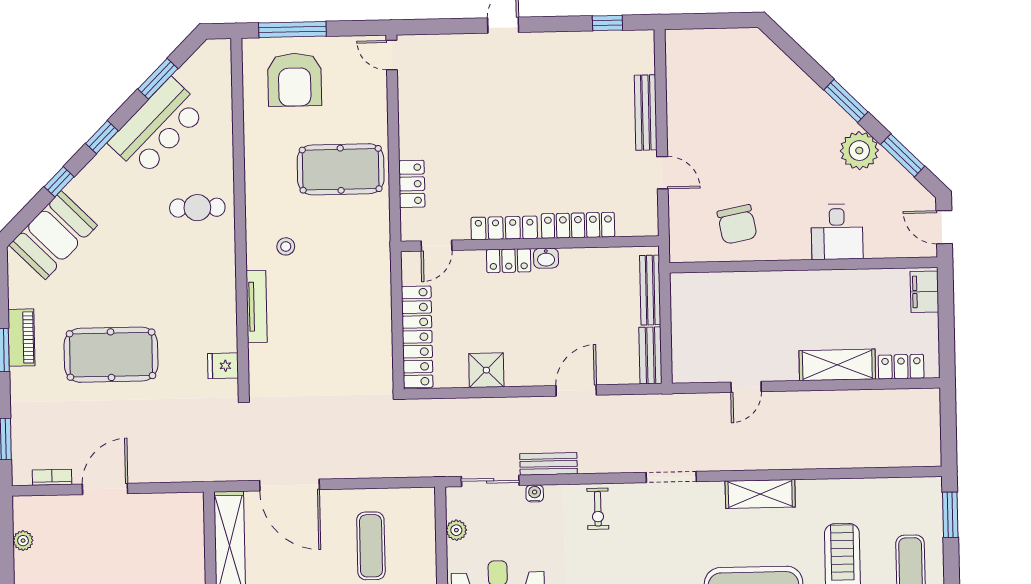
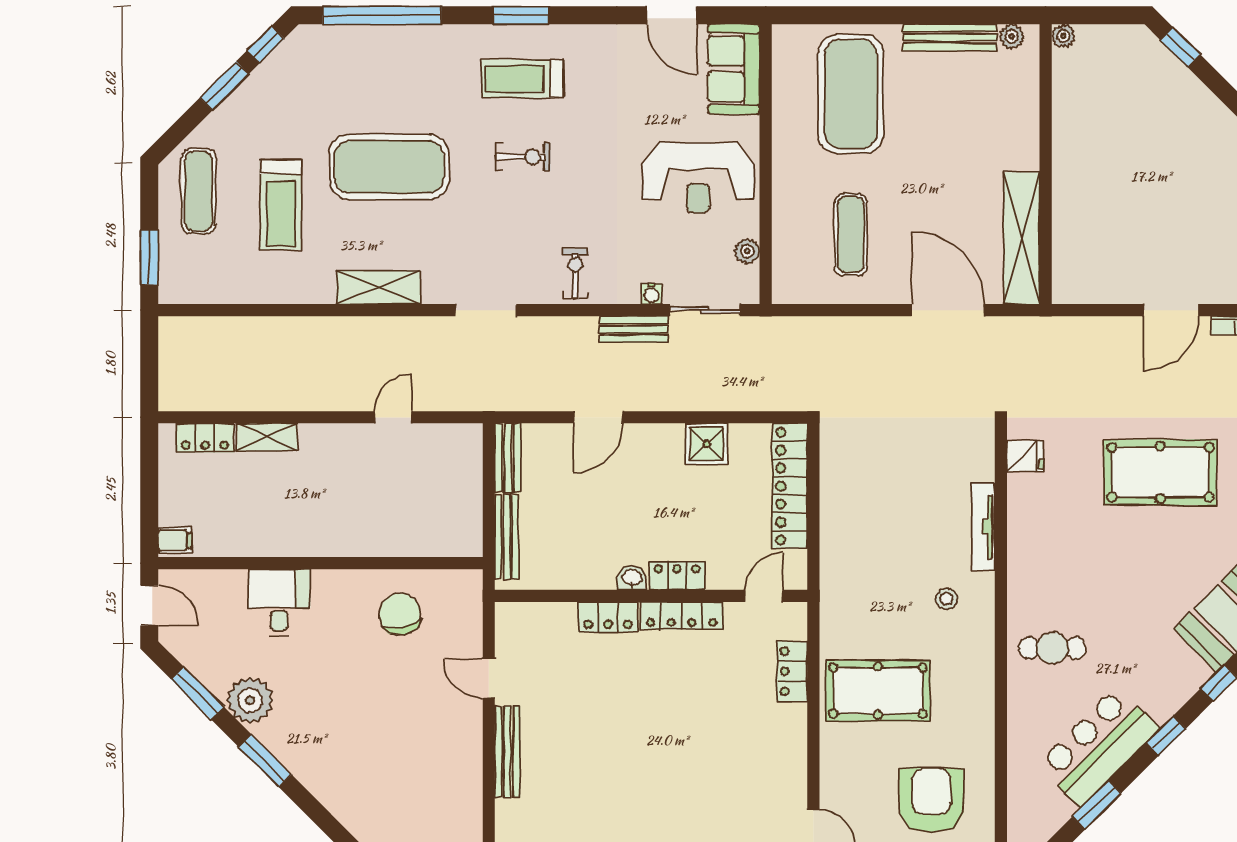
locker: (578, 225) -> (608, 617), width x0.66
filing cabinet: (924, 292) -> (175, 540), width x0.50
shelving: (837, 365) -> (267, 437), width x0.67, depth x0.75

